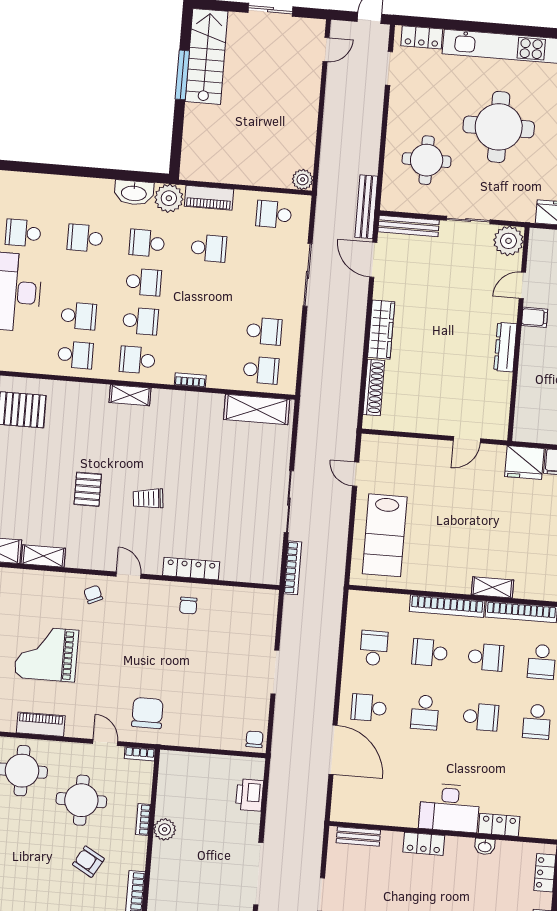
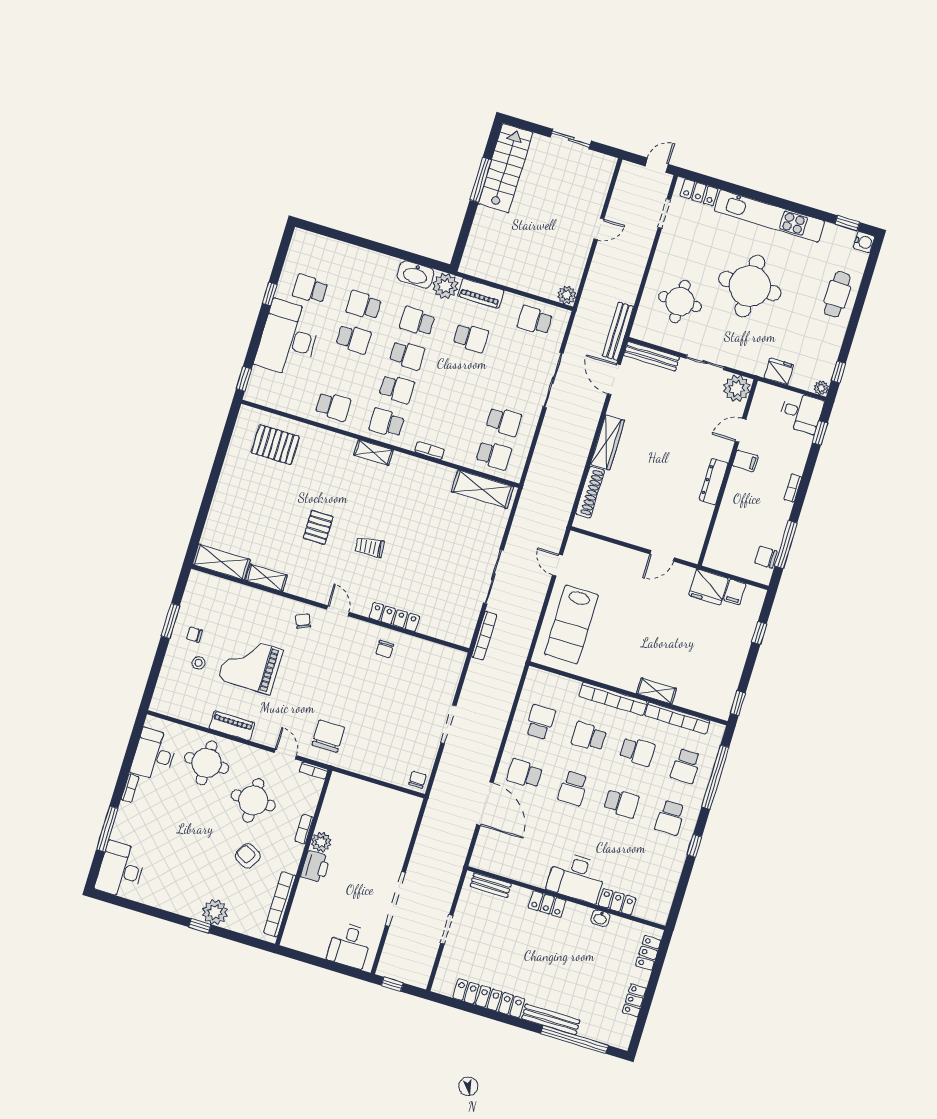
door: (326, 50) -> (599, 229), moved
school desk: (79, 316) -> (353, 339), moved
printer: (249, 795) -> (315, 867), moved, turned 180

